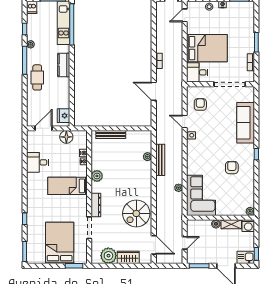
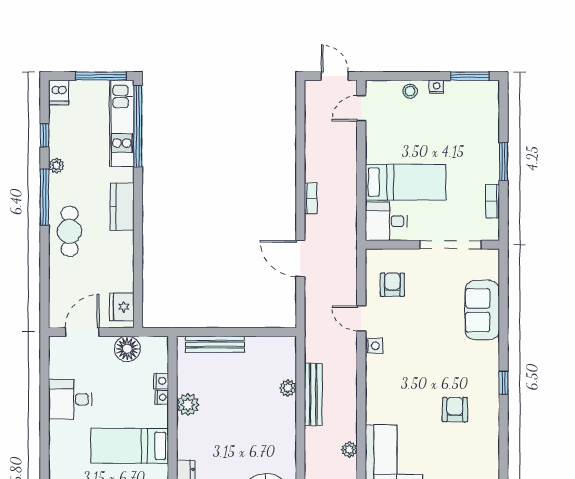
bed: (207, 48) -> (406, 182), width x0.67
sofa: (246, 123) -> (482, 310), width x0.73
plant: (97, 176) -> (188, 405), moved

